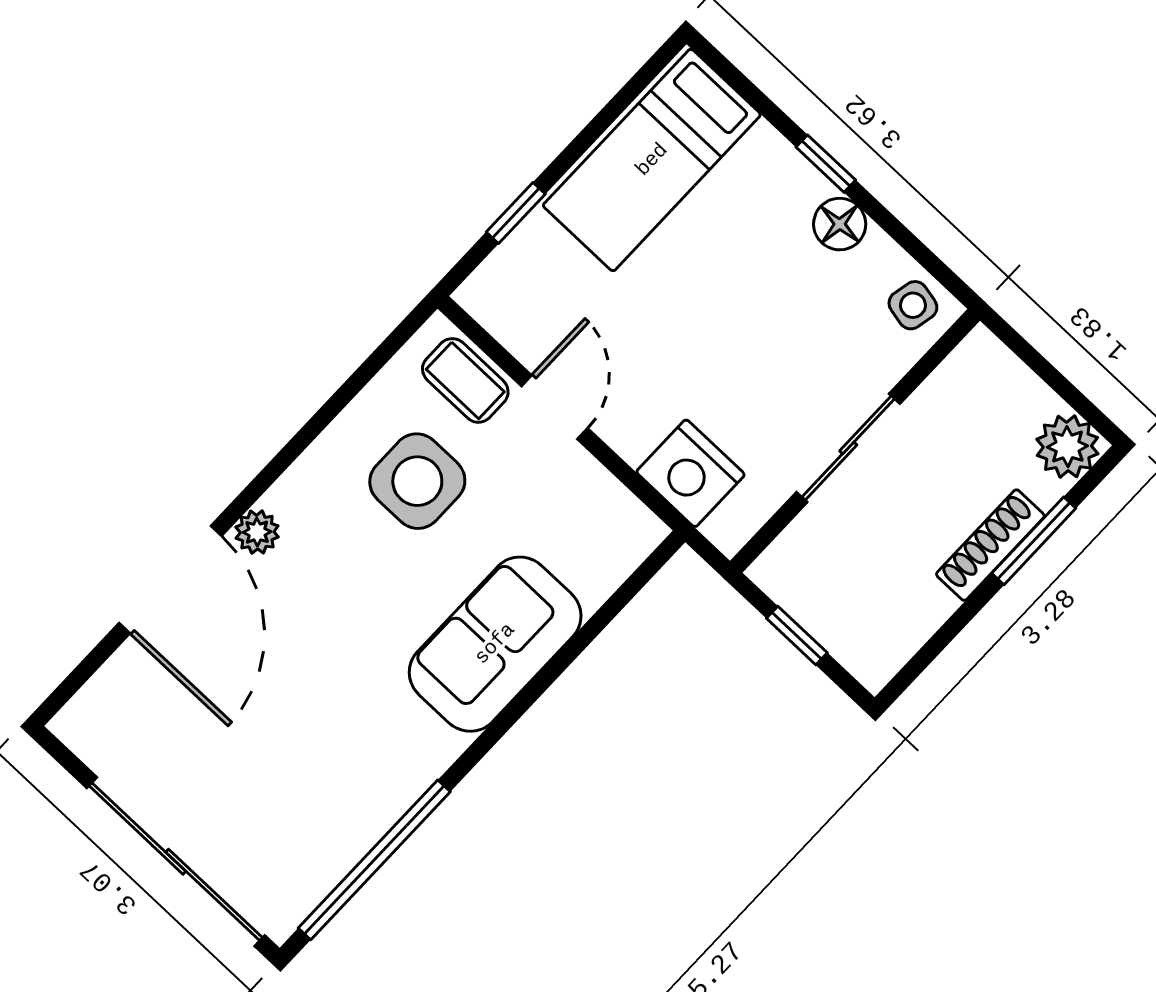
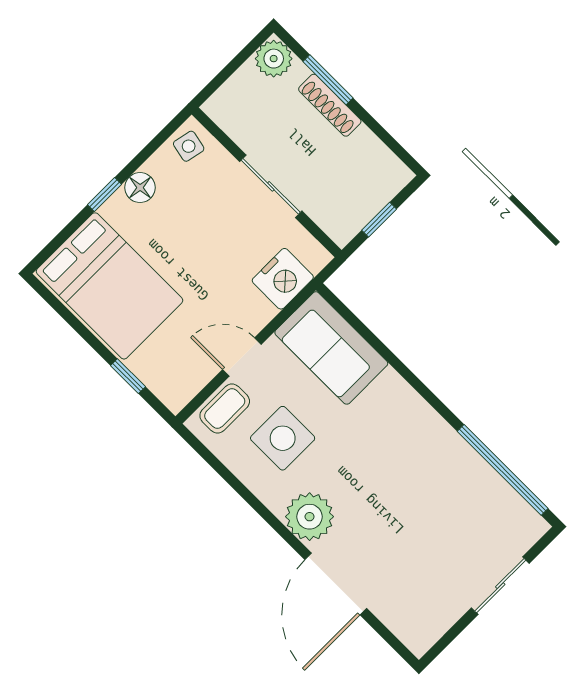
bed: (652, 160) -> (110, 286), width x1.50
plant: (257, 532) -> (310, 517), width x1.88, depth x1.88
door: (170, 580) -> (336, 584), swing flipped
sofa: (495, 644) -> (331, 348), moved
sliding door: (176, 862) -> (500, 586), width x0.54

